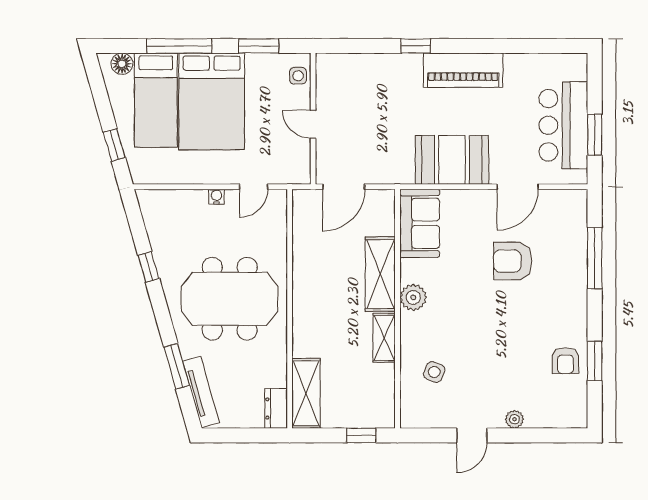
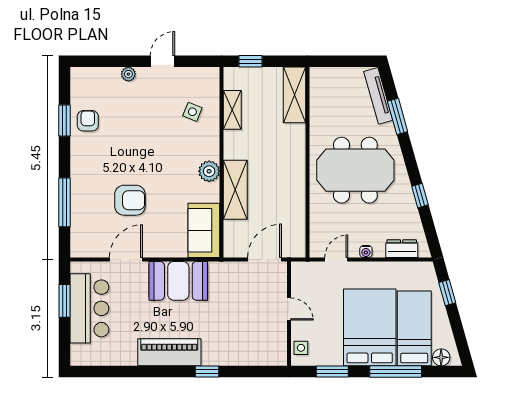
shelving: (384, 338) -> (232, 110), moved
dresser: (276, 408) -> (402, 249), moved, turned -90

